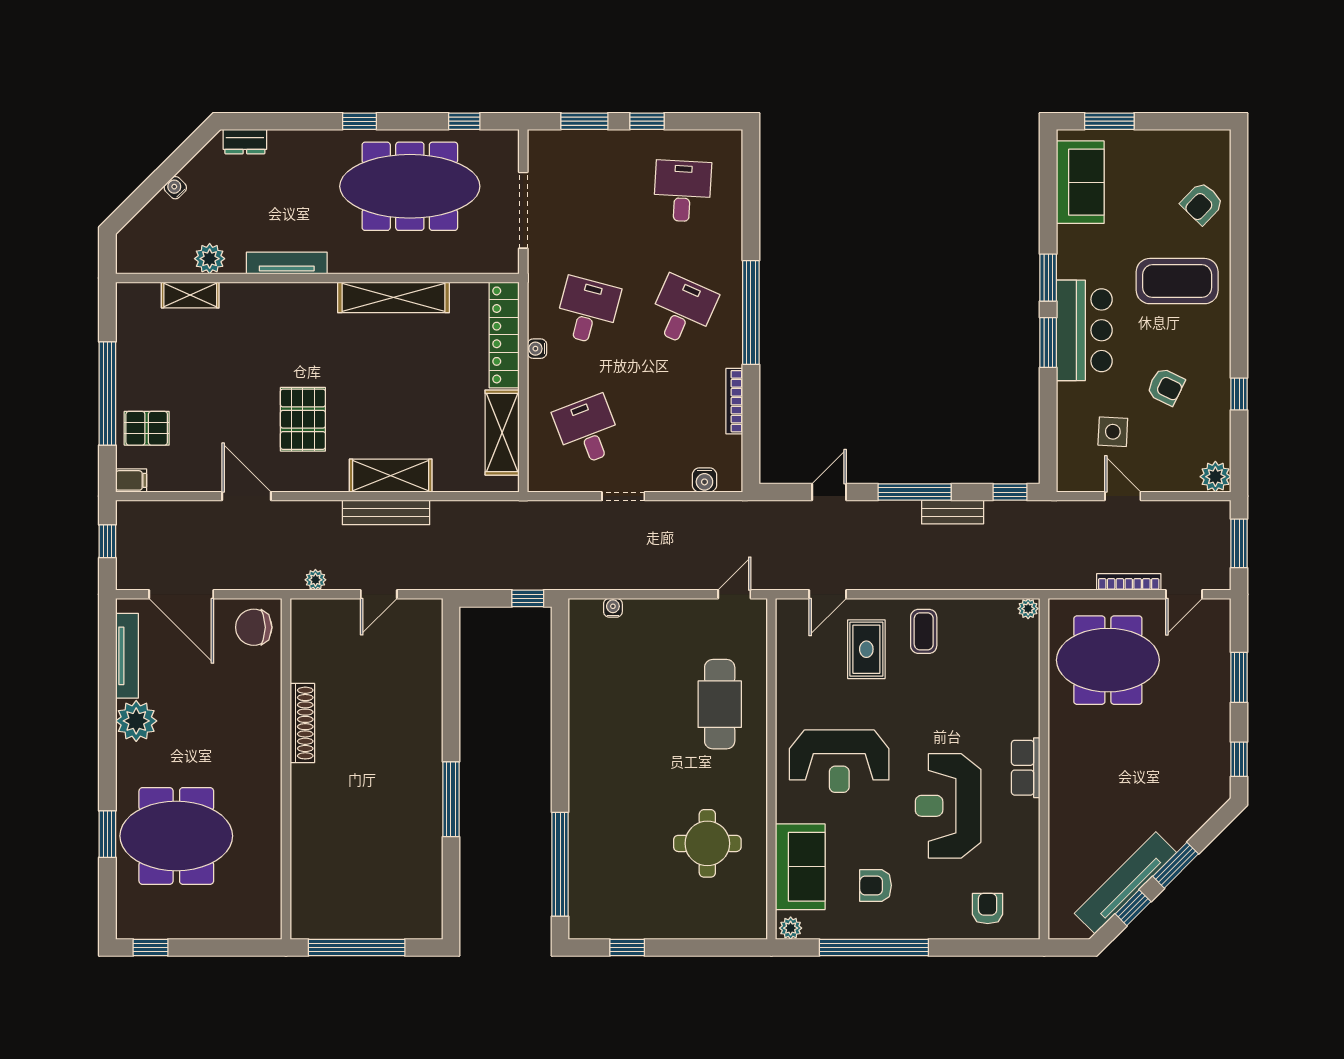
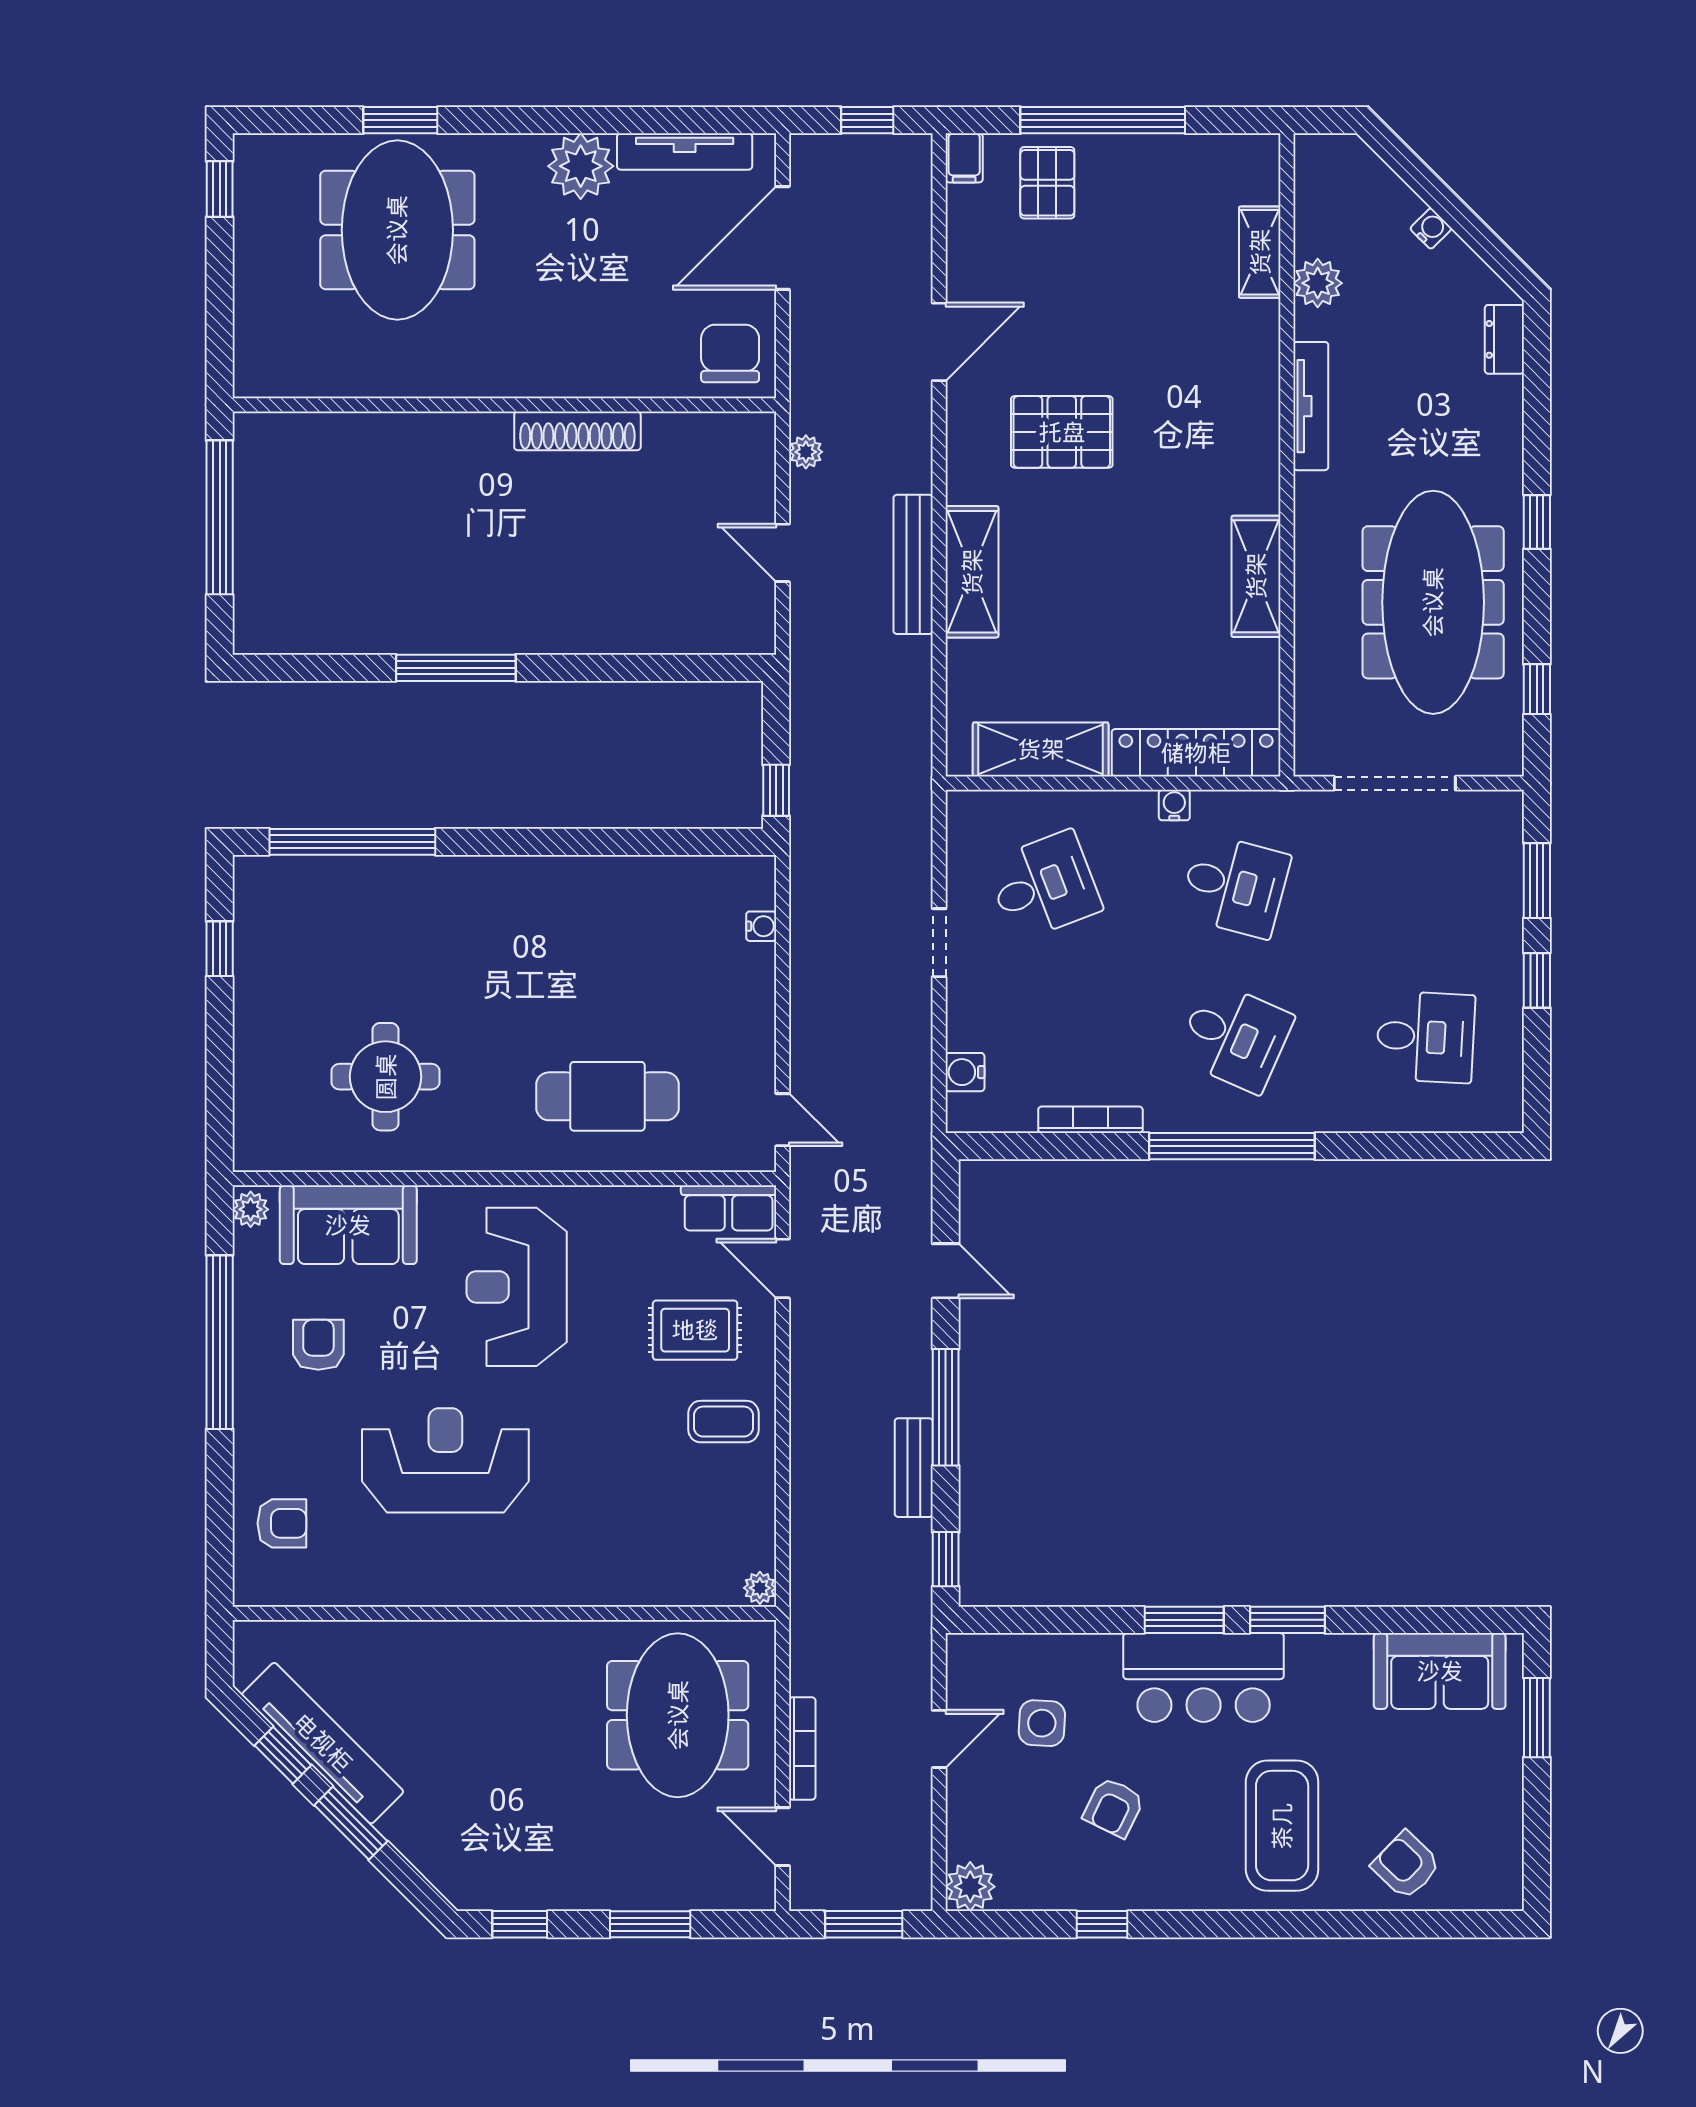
shelving: (394, 297) -> (1256, 576), width x0.68
row of seats: (1026, 768) -> (729, 1208), moved, turned 180

